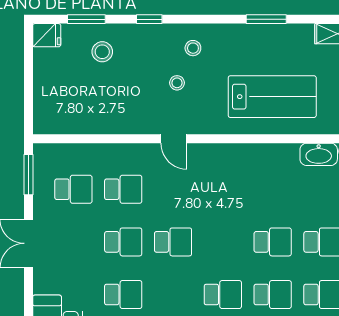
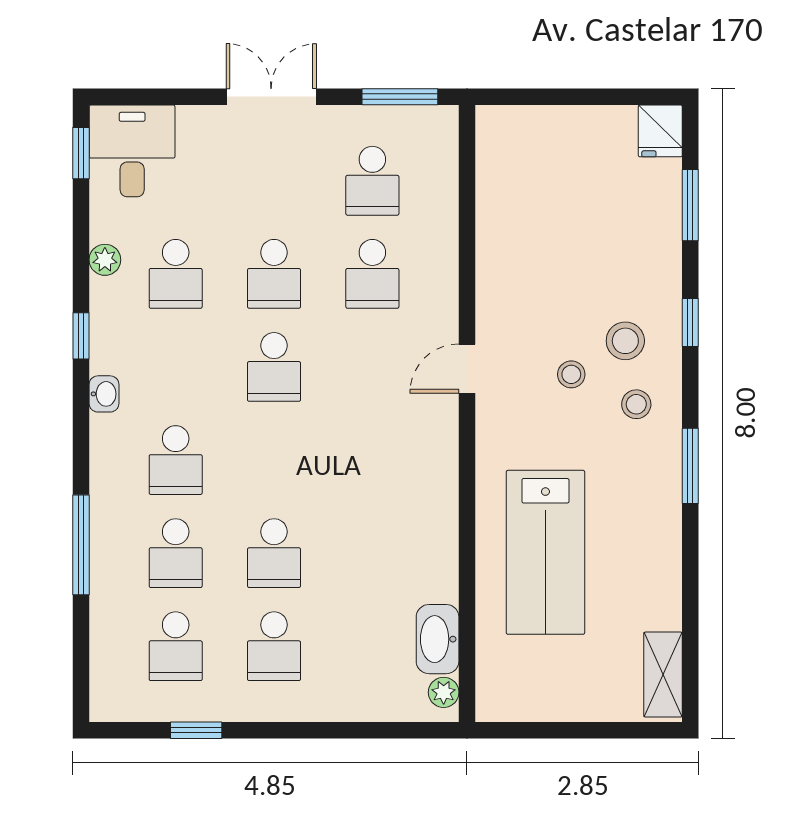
window: (266, 19) -> (690, 466), moved
stool: (102, 52) -> (625, 341), moved

